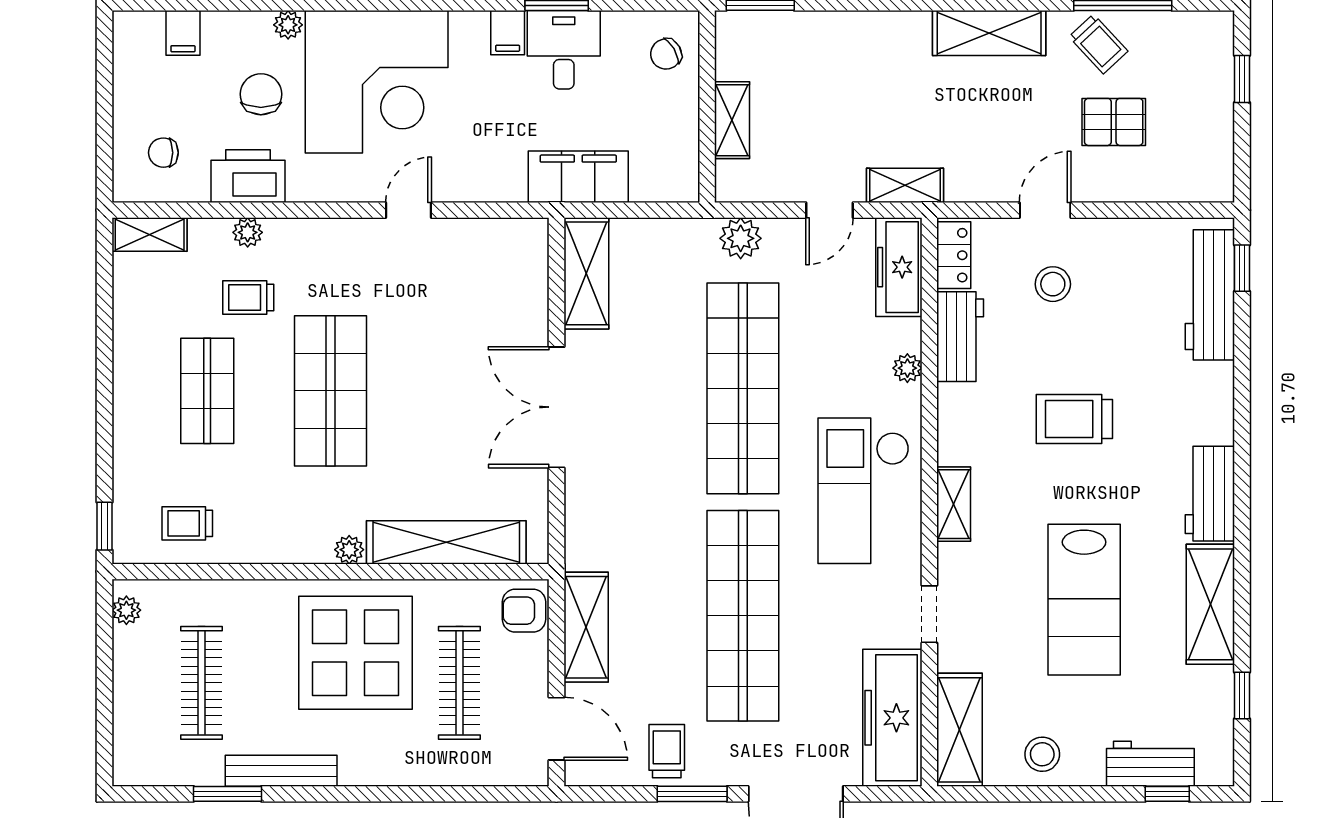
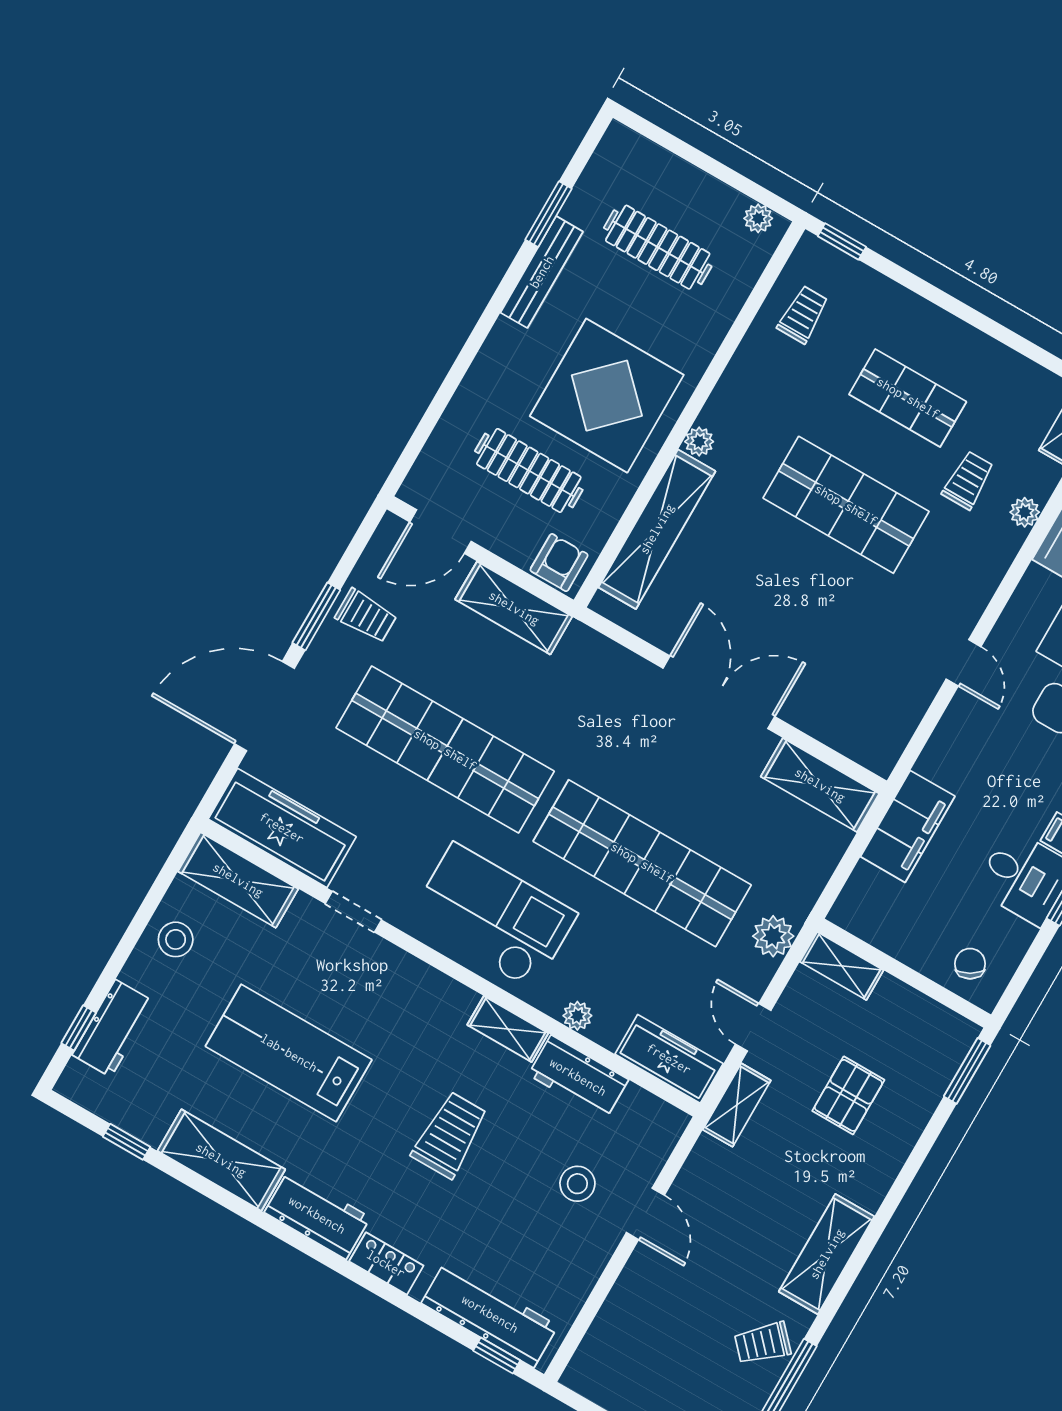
shelving: (732, 120) -> (842, 966), moved
pallet: (1114, 122) -> (848, 1095), moved
locker: (954, 255) -> (386, 1264), moved, turned 180
shelving: (954, 504) -> (508, 1029), moved

